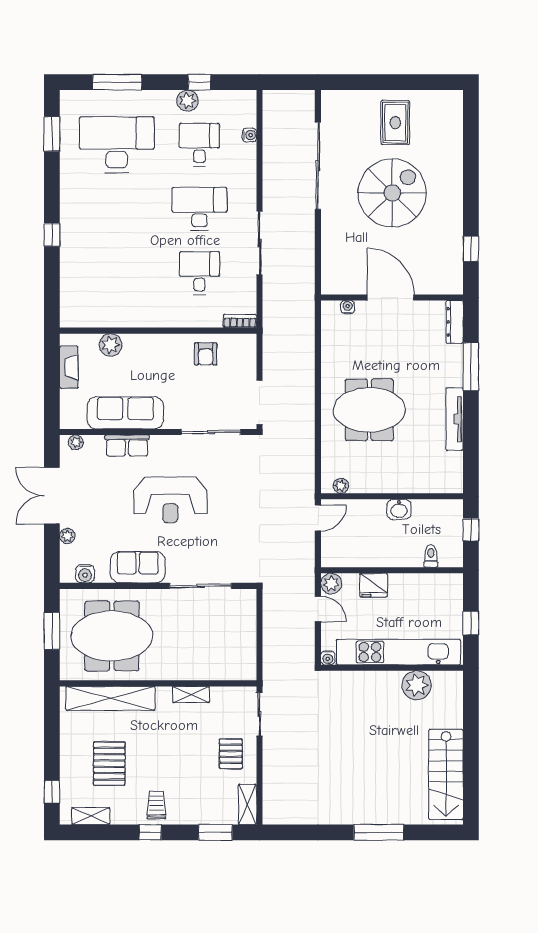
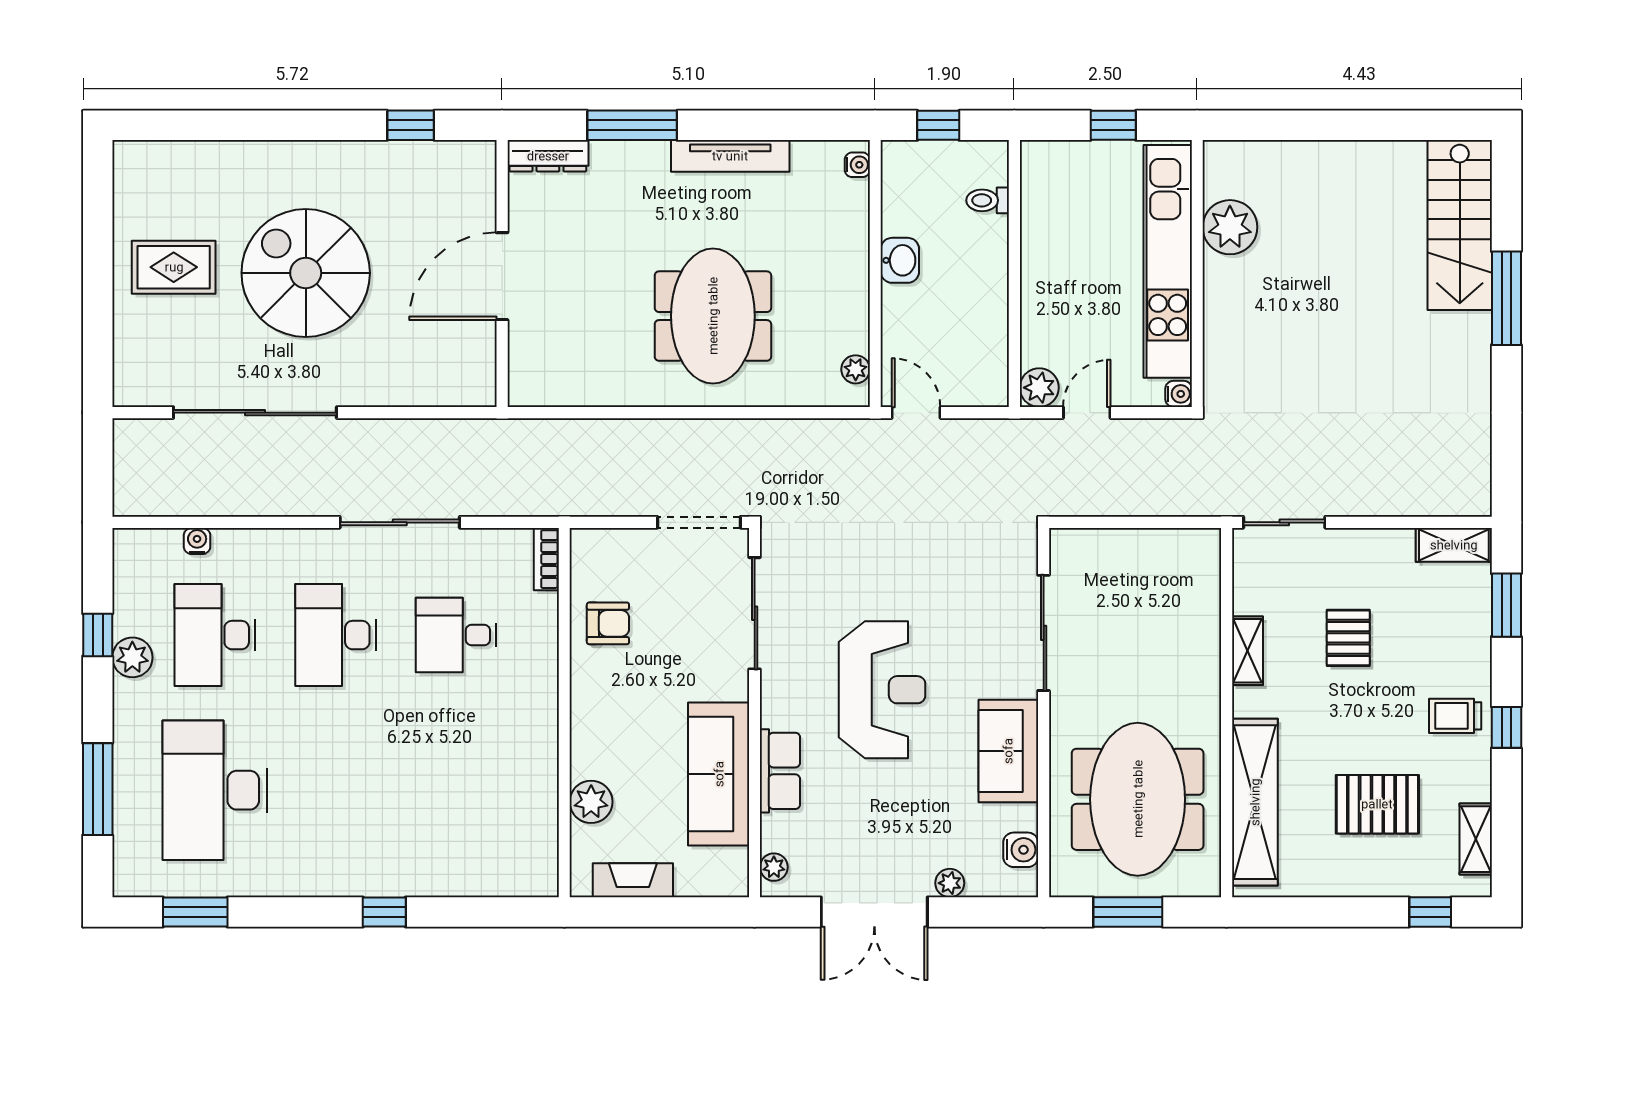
desk: (199, 145) -> (215, 635), width x1.37
water cooler: (348, 307) -> (857, 165), moved, turned 180
fridge: (374, 585) -> (1042, 308), removed
pallet: (231, 754) -> (1348, 638), moved, turned 90
stairs: (446, 774) -> (1460, 225), moved, turned 90

